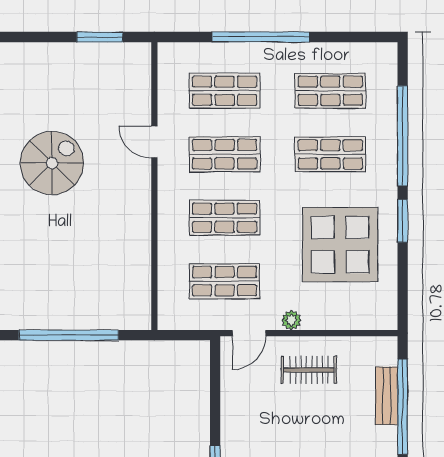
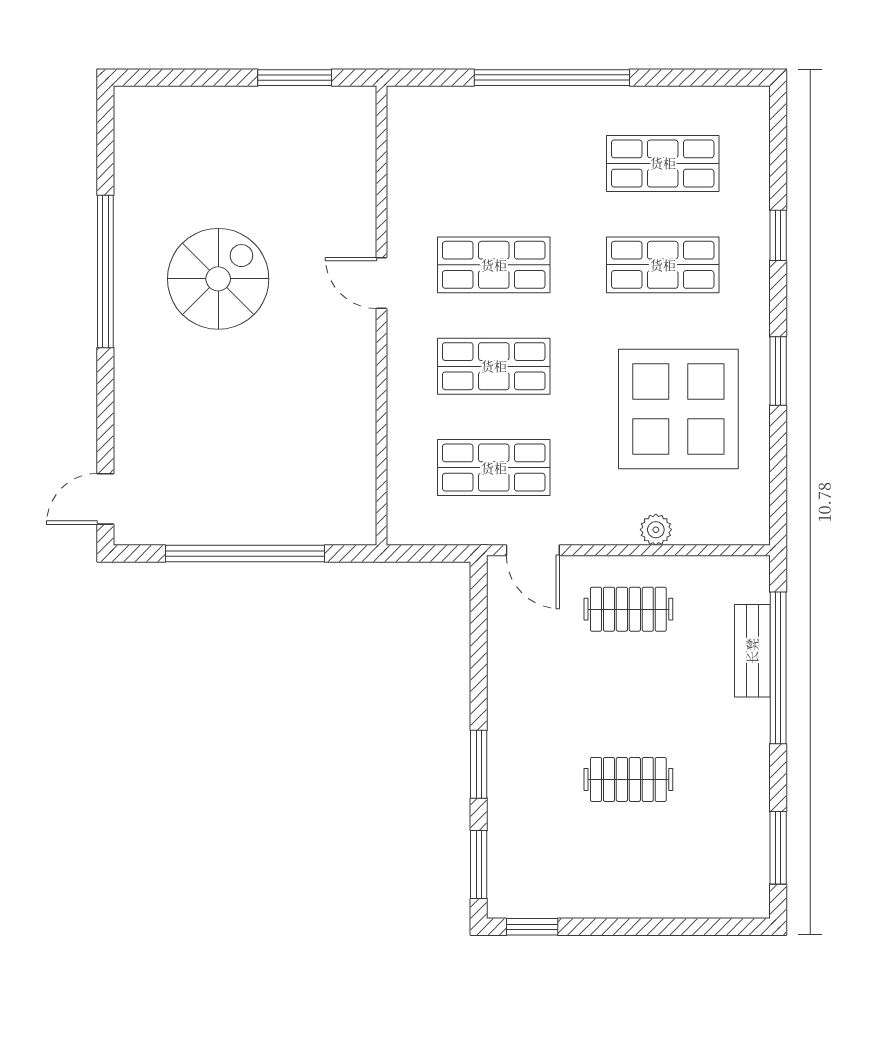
shop shelf: (225, 91) -> (494, 163), removed
window: (403, 136) -> (778, 235), width x0.32
door: (154, 142) -> (382, 283), moved
plant: (291, 320) -> (656, 530), moved
door: (249, 333) -> (533, 550), hinge flipped

